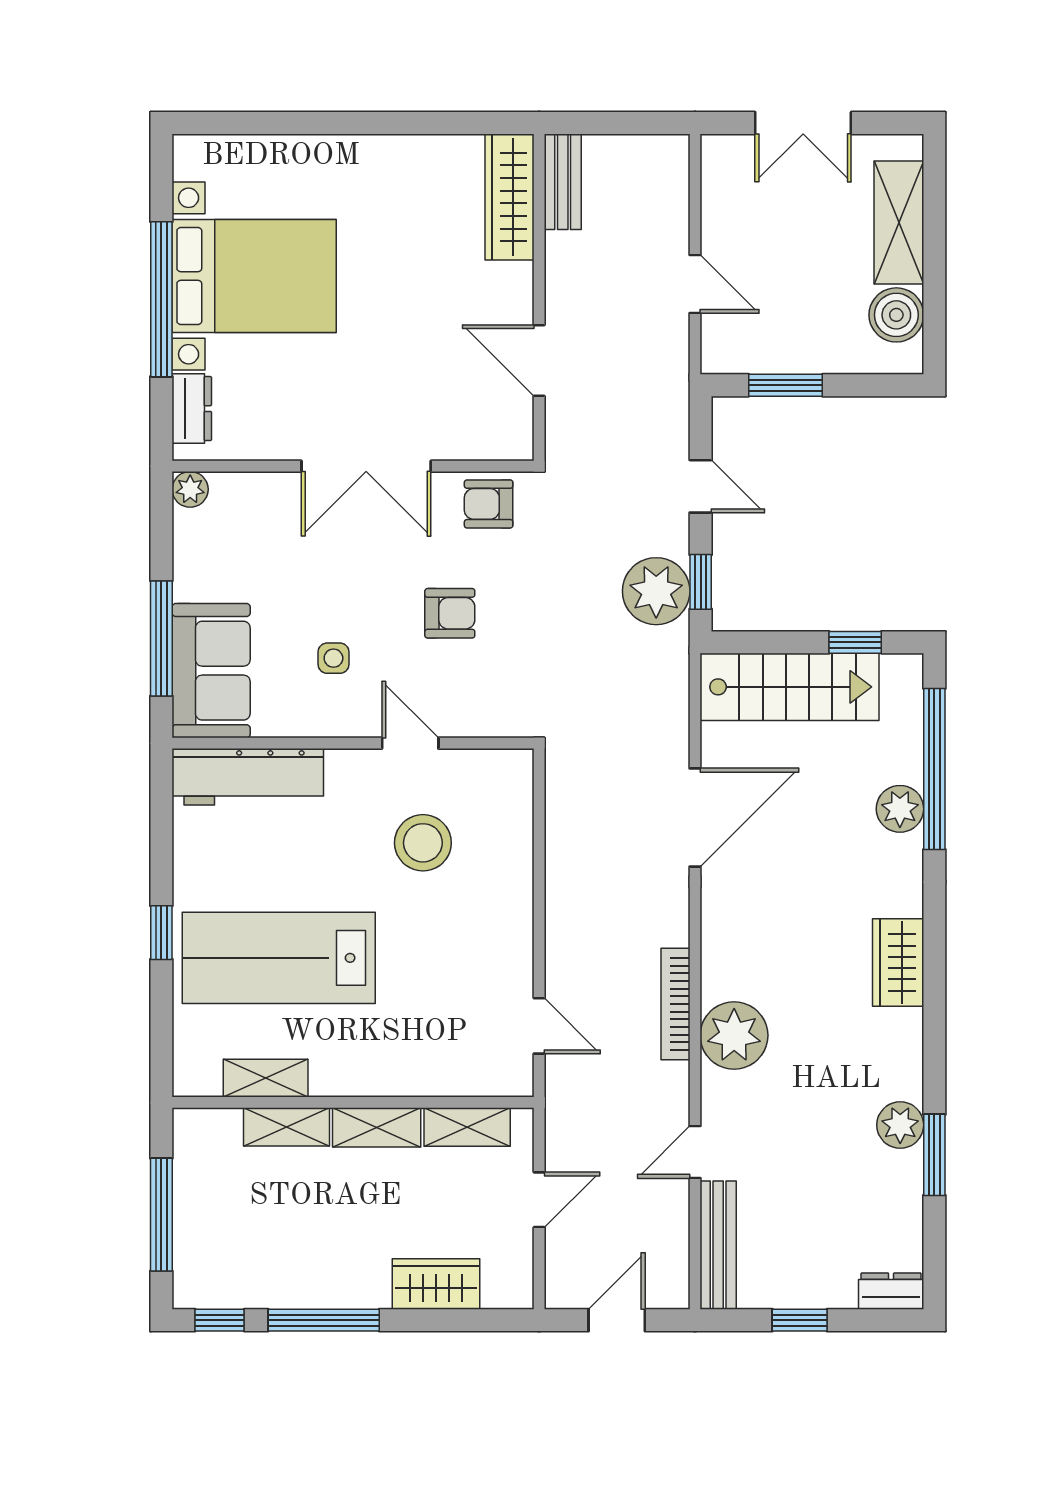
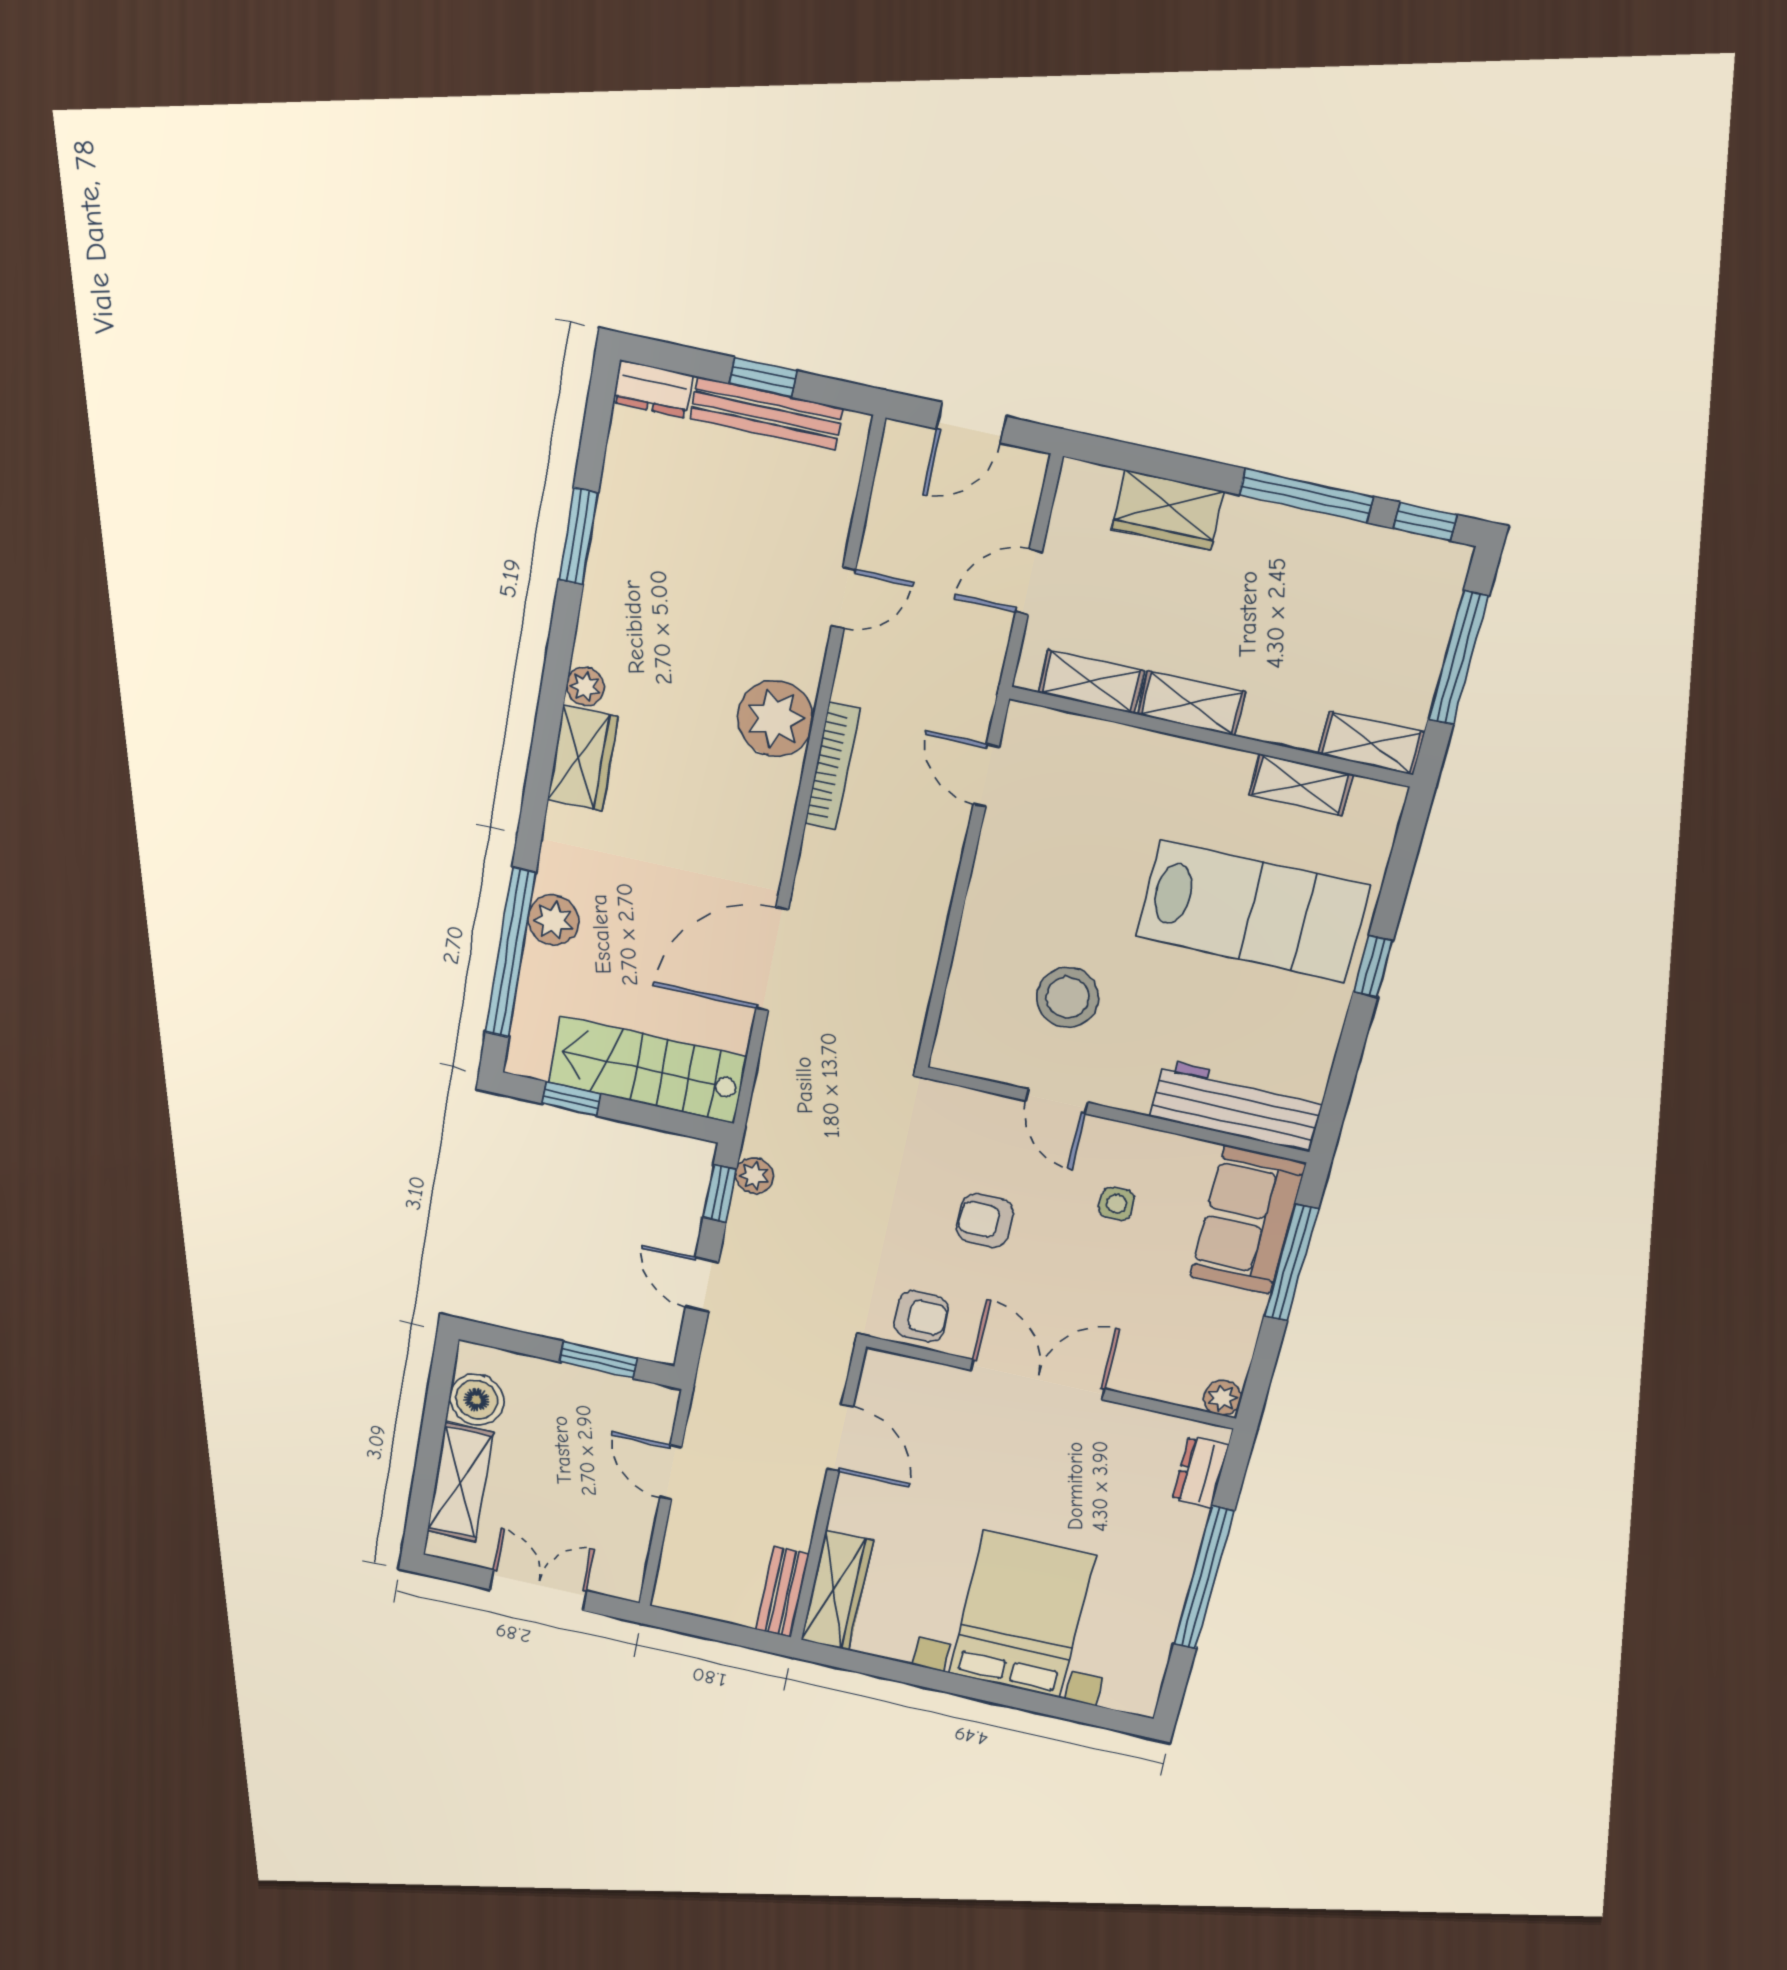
bed with nightstands: (254, 276) -> (1022, 1615), moved, turned 90
plant: (656, 591) -> (754, 1176), width x0.53, depth x0.53
plant: (900, 1125) -> (585, 686), moved, width x0.73, depth x0.73
shelving: (286, 1127) -> (1371, 743), moved
bench: (718, 1245) -> (767, 413), moved, turned 90

